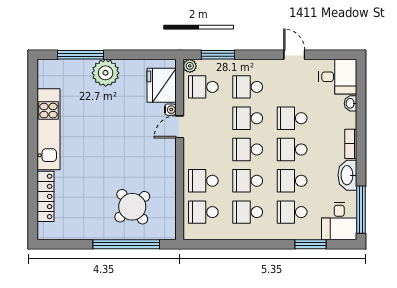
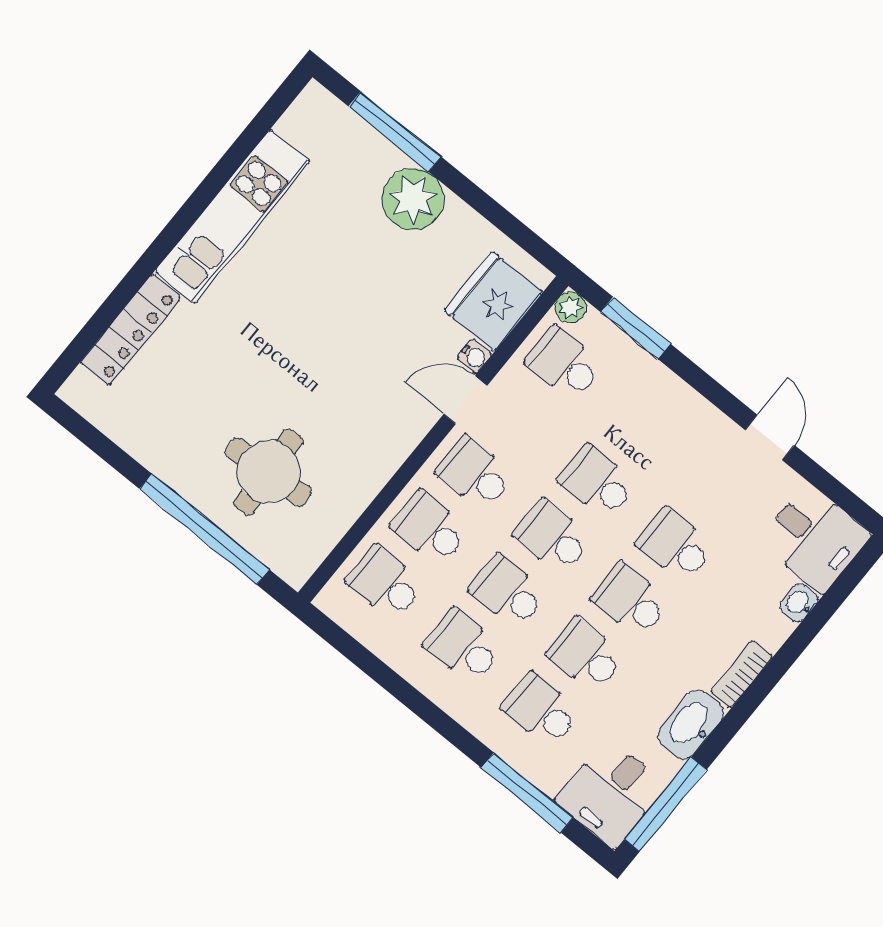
school desk: (248, 87) -> (475, 473), moved
round table: (132, 207) -> (268, 472), turned 36
window: (310, 244) -> (527, 793), width x1.44

